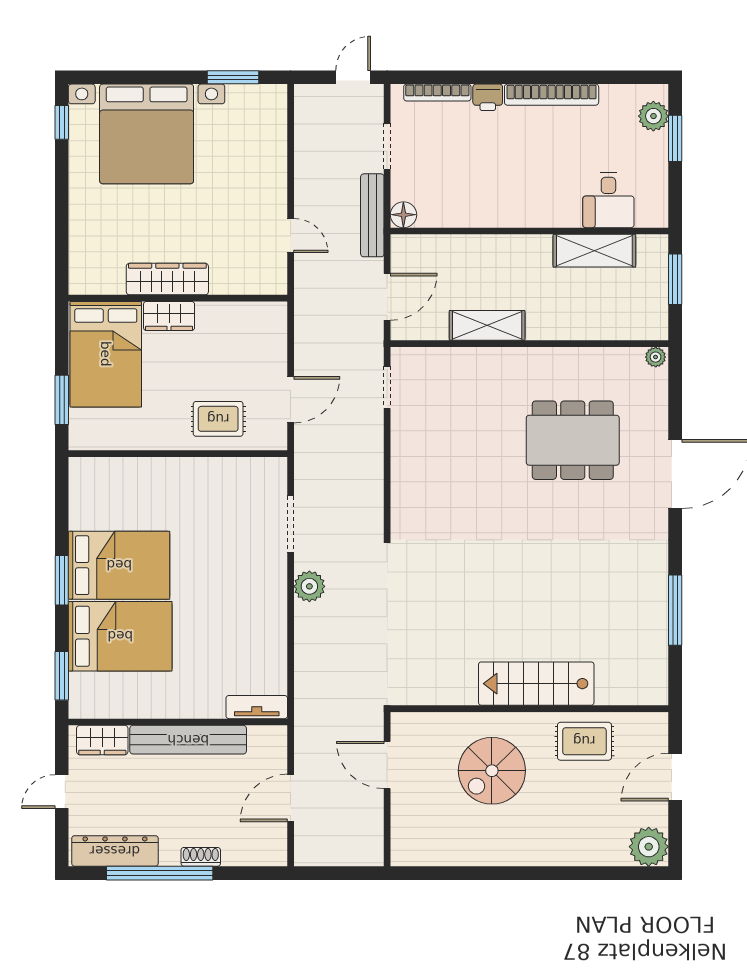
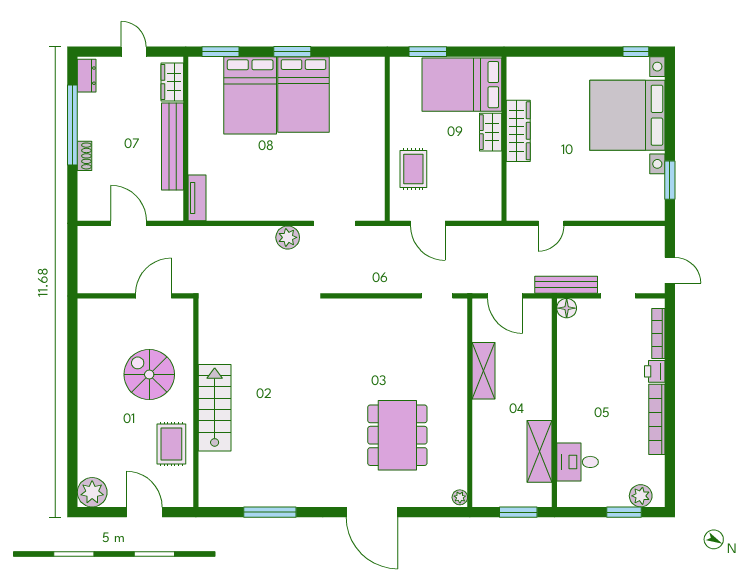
dresser: (115, 851) -> (87, 76), width x0.51, depth x0.80

